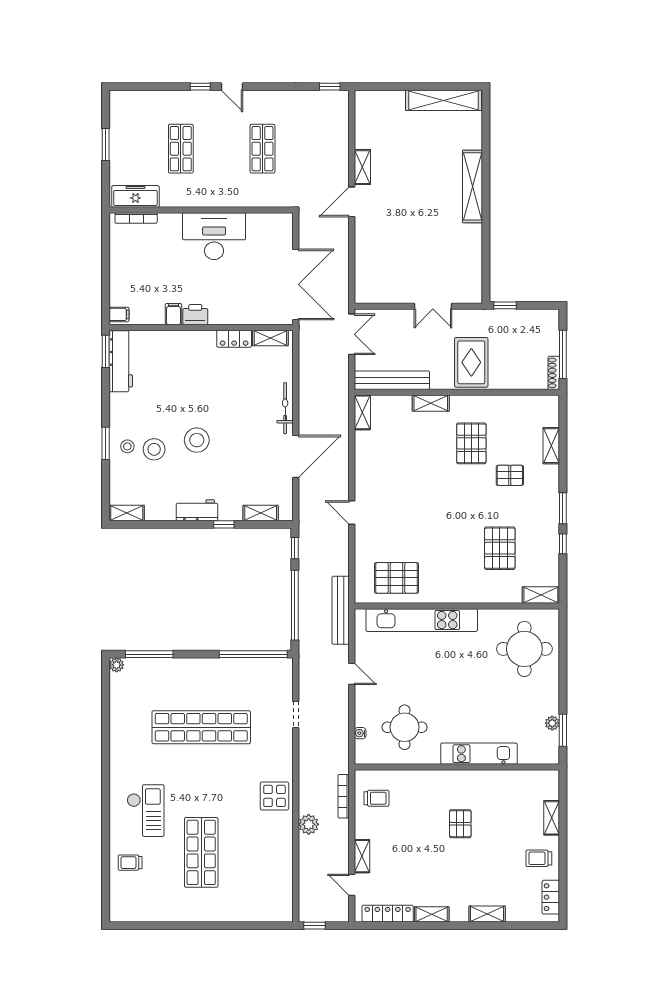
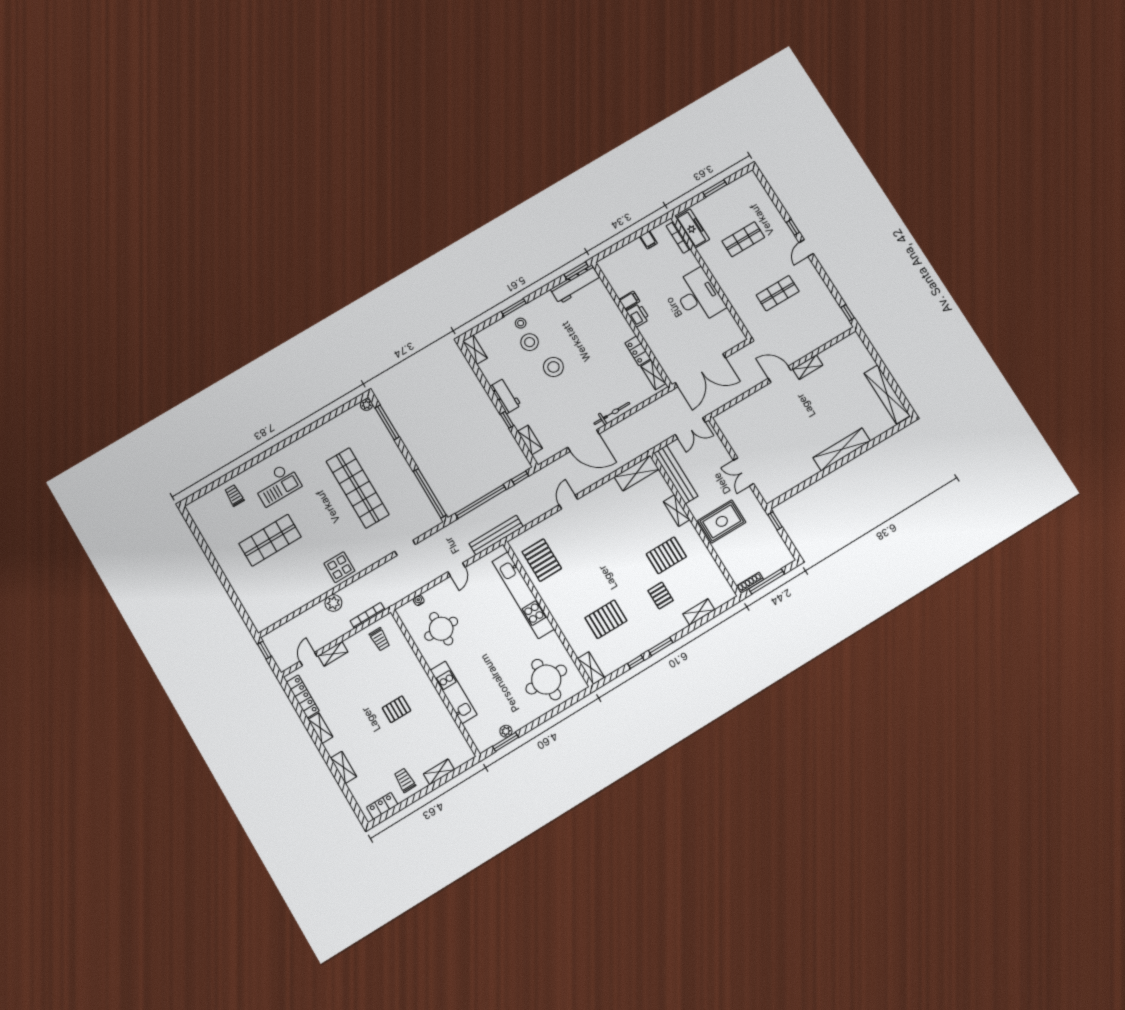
filing cabinet: (119, 314) -> (648, 240), moved
shelving: (362, 412) -> (637, 473), width x1.50, depth x1.33

